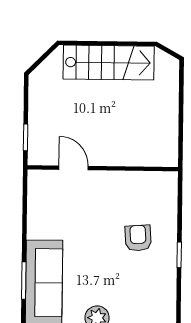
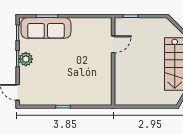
armchair: (138, 238) -> (73, 82), removed

